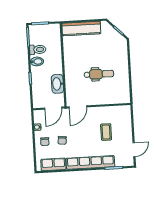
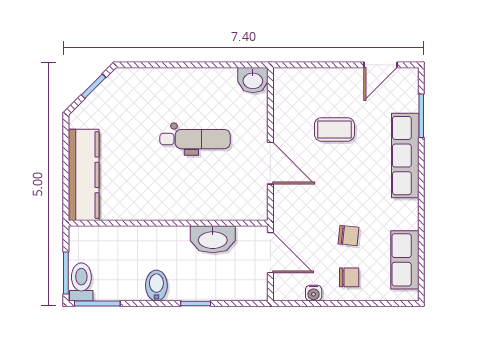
toilet: (38, 50) -> (81, 282), moved
dental chair: (99, 74) -> (195, 139), turned 90
washbasin: (125, 97) -> (253, 80), added
door: (78, 107) -> (270, 163), moved
door: (134, 150) -> (380, 65), swing flipped
row of seats: (90, 162) -> (405, 156), width x0.73

